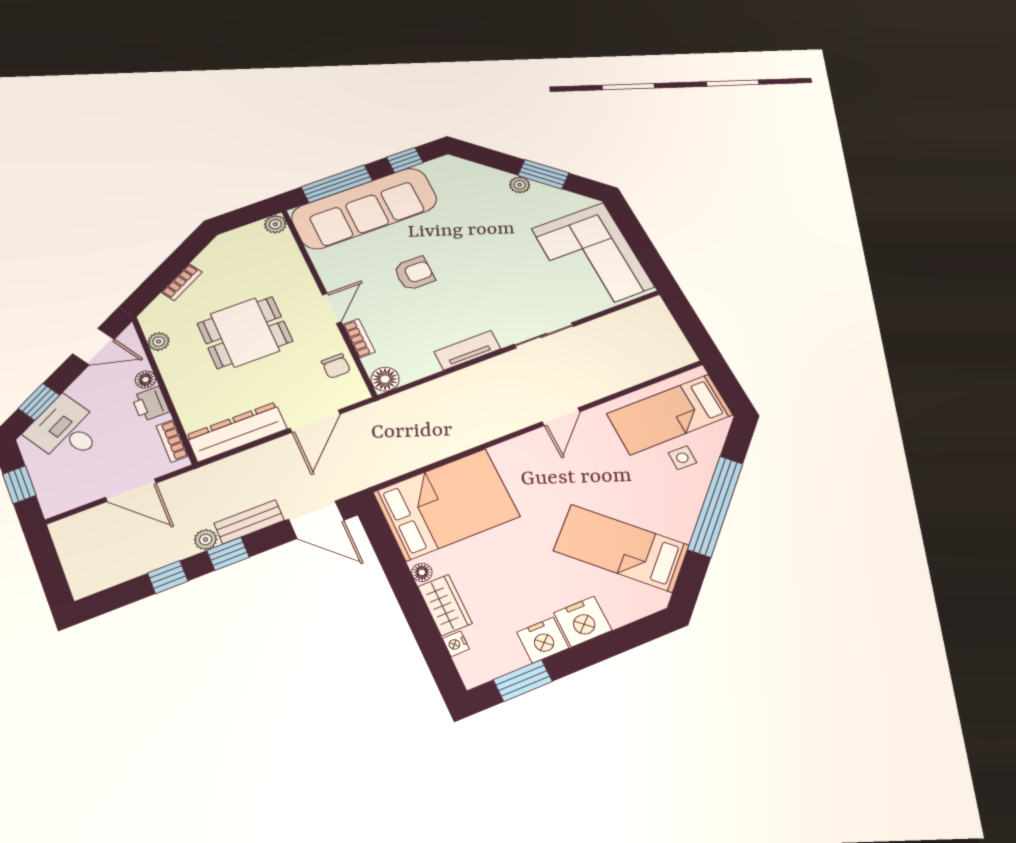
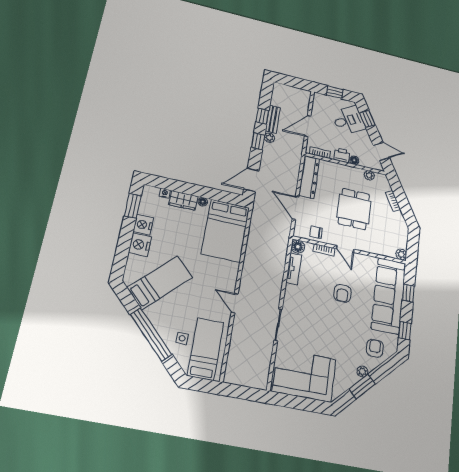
window: (337, 184) -> (408, 293), width x0.46
armchair: (468, 186) -> (375, 348), added
door: (94, 346) -> (381, 152), swing flipped
tv unit: (467, 350) -> (294, 269), moved
bench: (249, 522) -> (273, 119), moved

